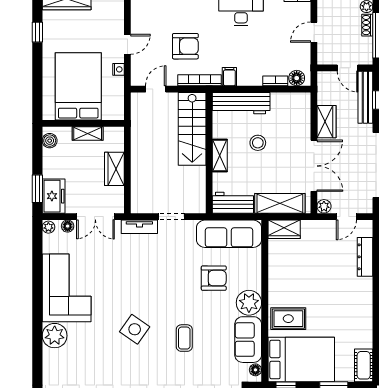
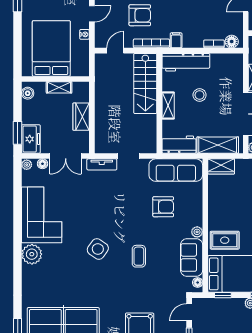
plant: (249, 303) -> (197, 232), width x0.53, depth x0.53

